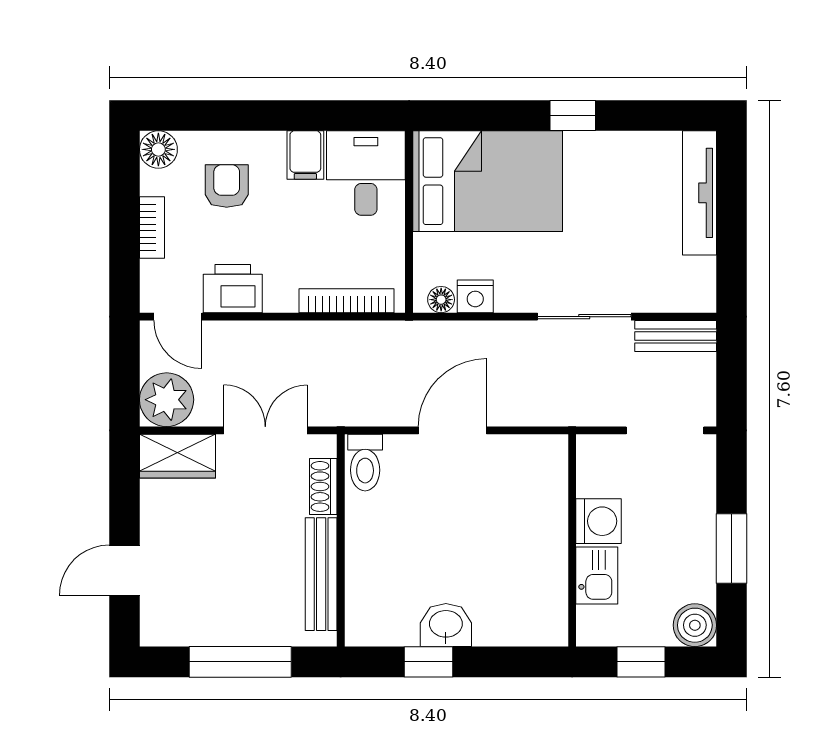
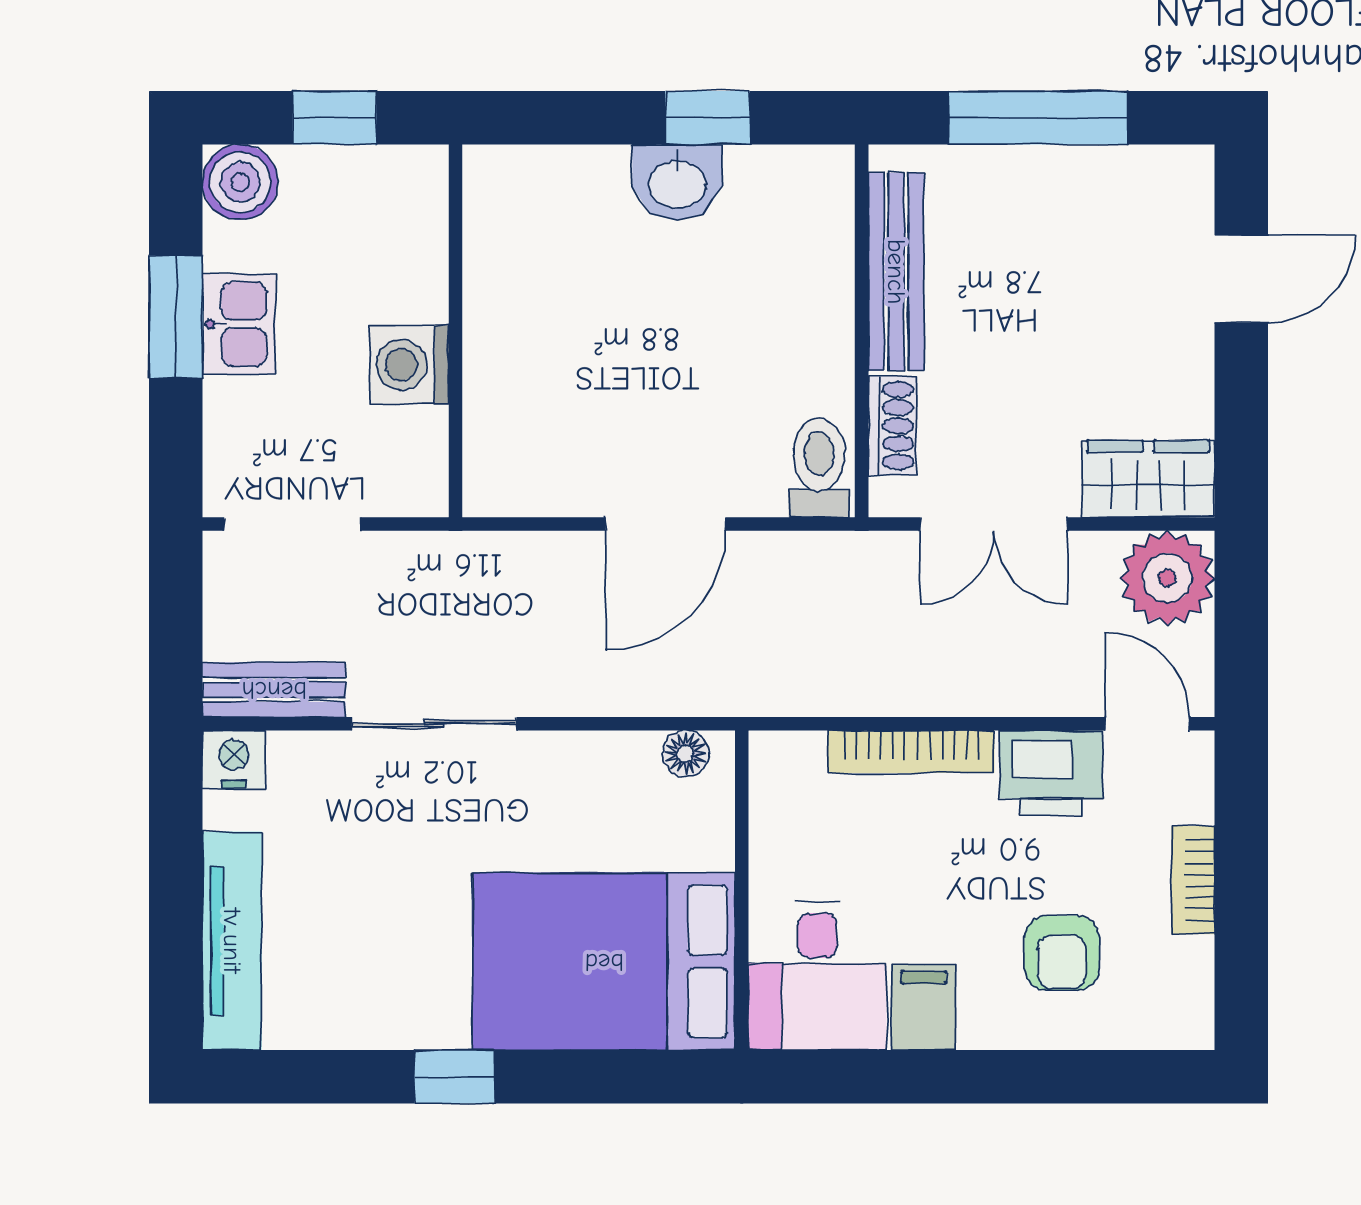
floor lamp: (158, 149) -> (1182, 1017), removed
nightstand: (475, 296) -> (234, 759), moved
bookcase: (347, 301) -> (911, 752), moved
kitchen sink: (597, 575) -> (239, 324), moved, turned 180

